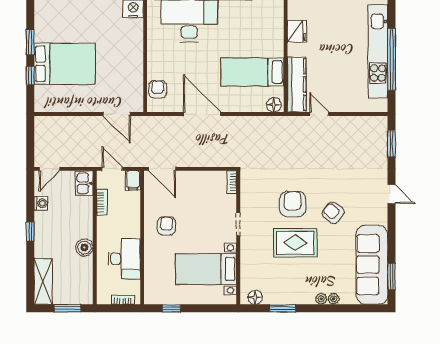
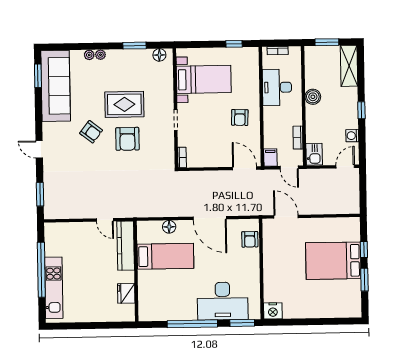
kitchen unit: (378, 51) -> (54, 288), width x0.73
floor lamp: (274, 105) -> (169, 227), moved

